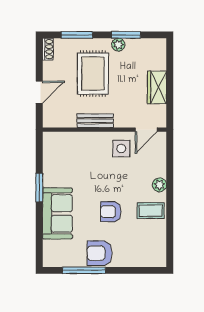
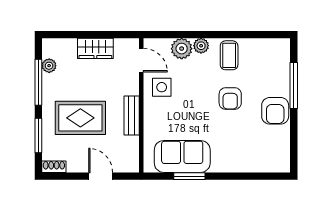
window: (126, 35) -> (38, 82), width x1.44
plant: (118, 45) -> (49, 66), moved
plant: (157, 167) -> (182, 49), added
window: (39, 188) -> (189, 176), moved
sofa: (57, 213) -> (182, 156), moved
window: (84, 270) -> (294, 86), moved

